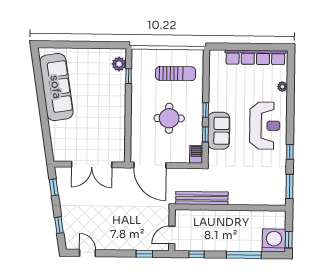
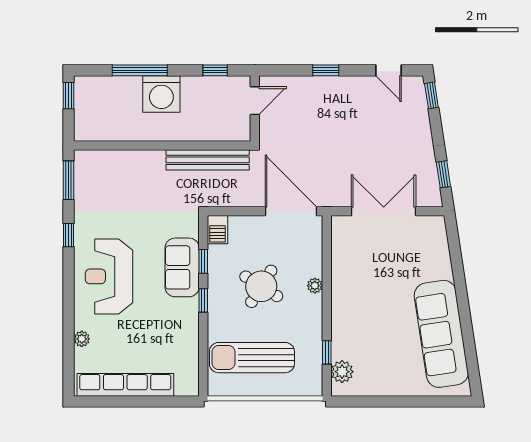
sun lounger: (176, 74) -> (252, 358), width x1.36, depth x1.34
plant: (135, 118) -> (315, 286), added
round table: (169, 118) -> (261, 286), turned 32
window: (59, 225) -> (431, 95), moved
washing machine: (274, 240) -> (161, 94), moved
window: (144, 254) -> (326, 70), moved

